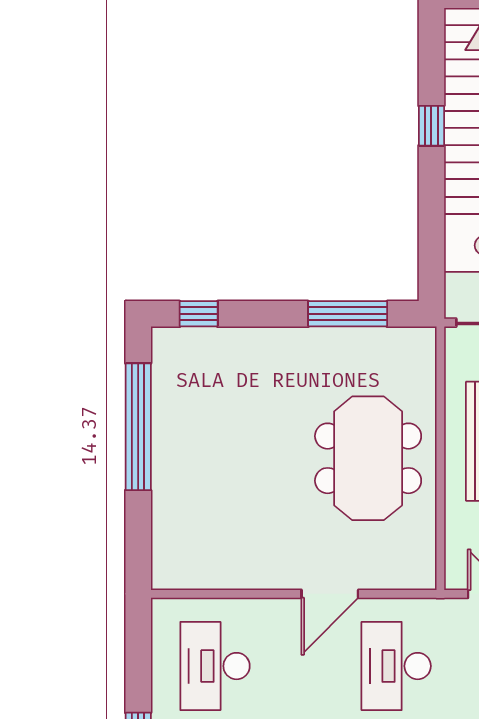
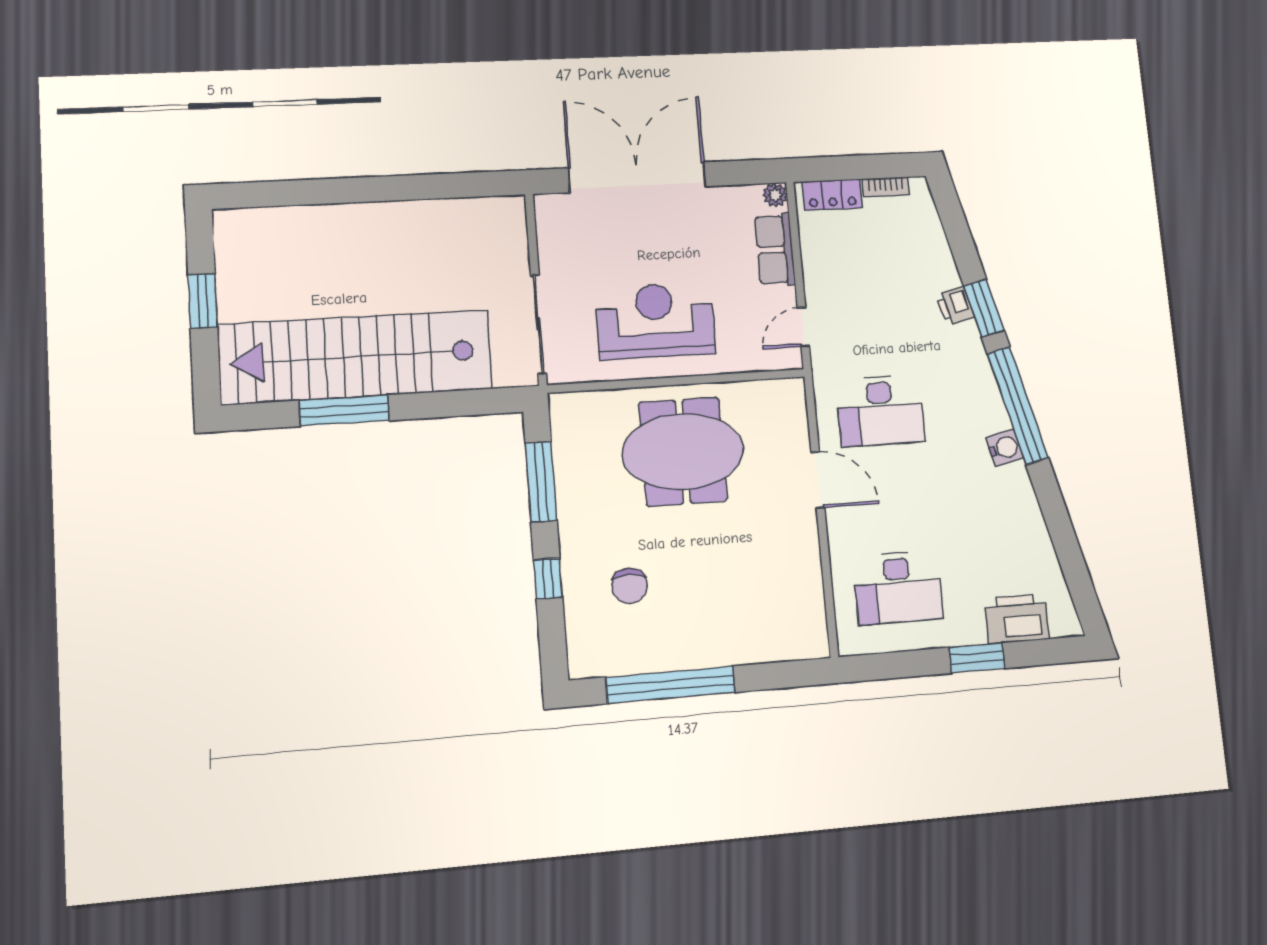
window: (431, 126) -> (344, 411), width x2.17
window: (199, 314) -> (548, 579), moved
chair: (238, 394) -> (630, 586), added

